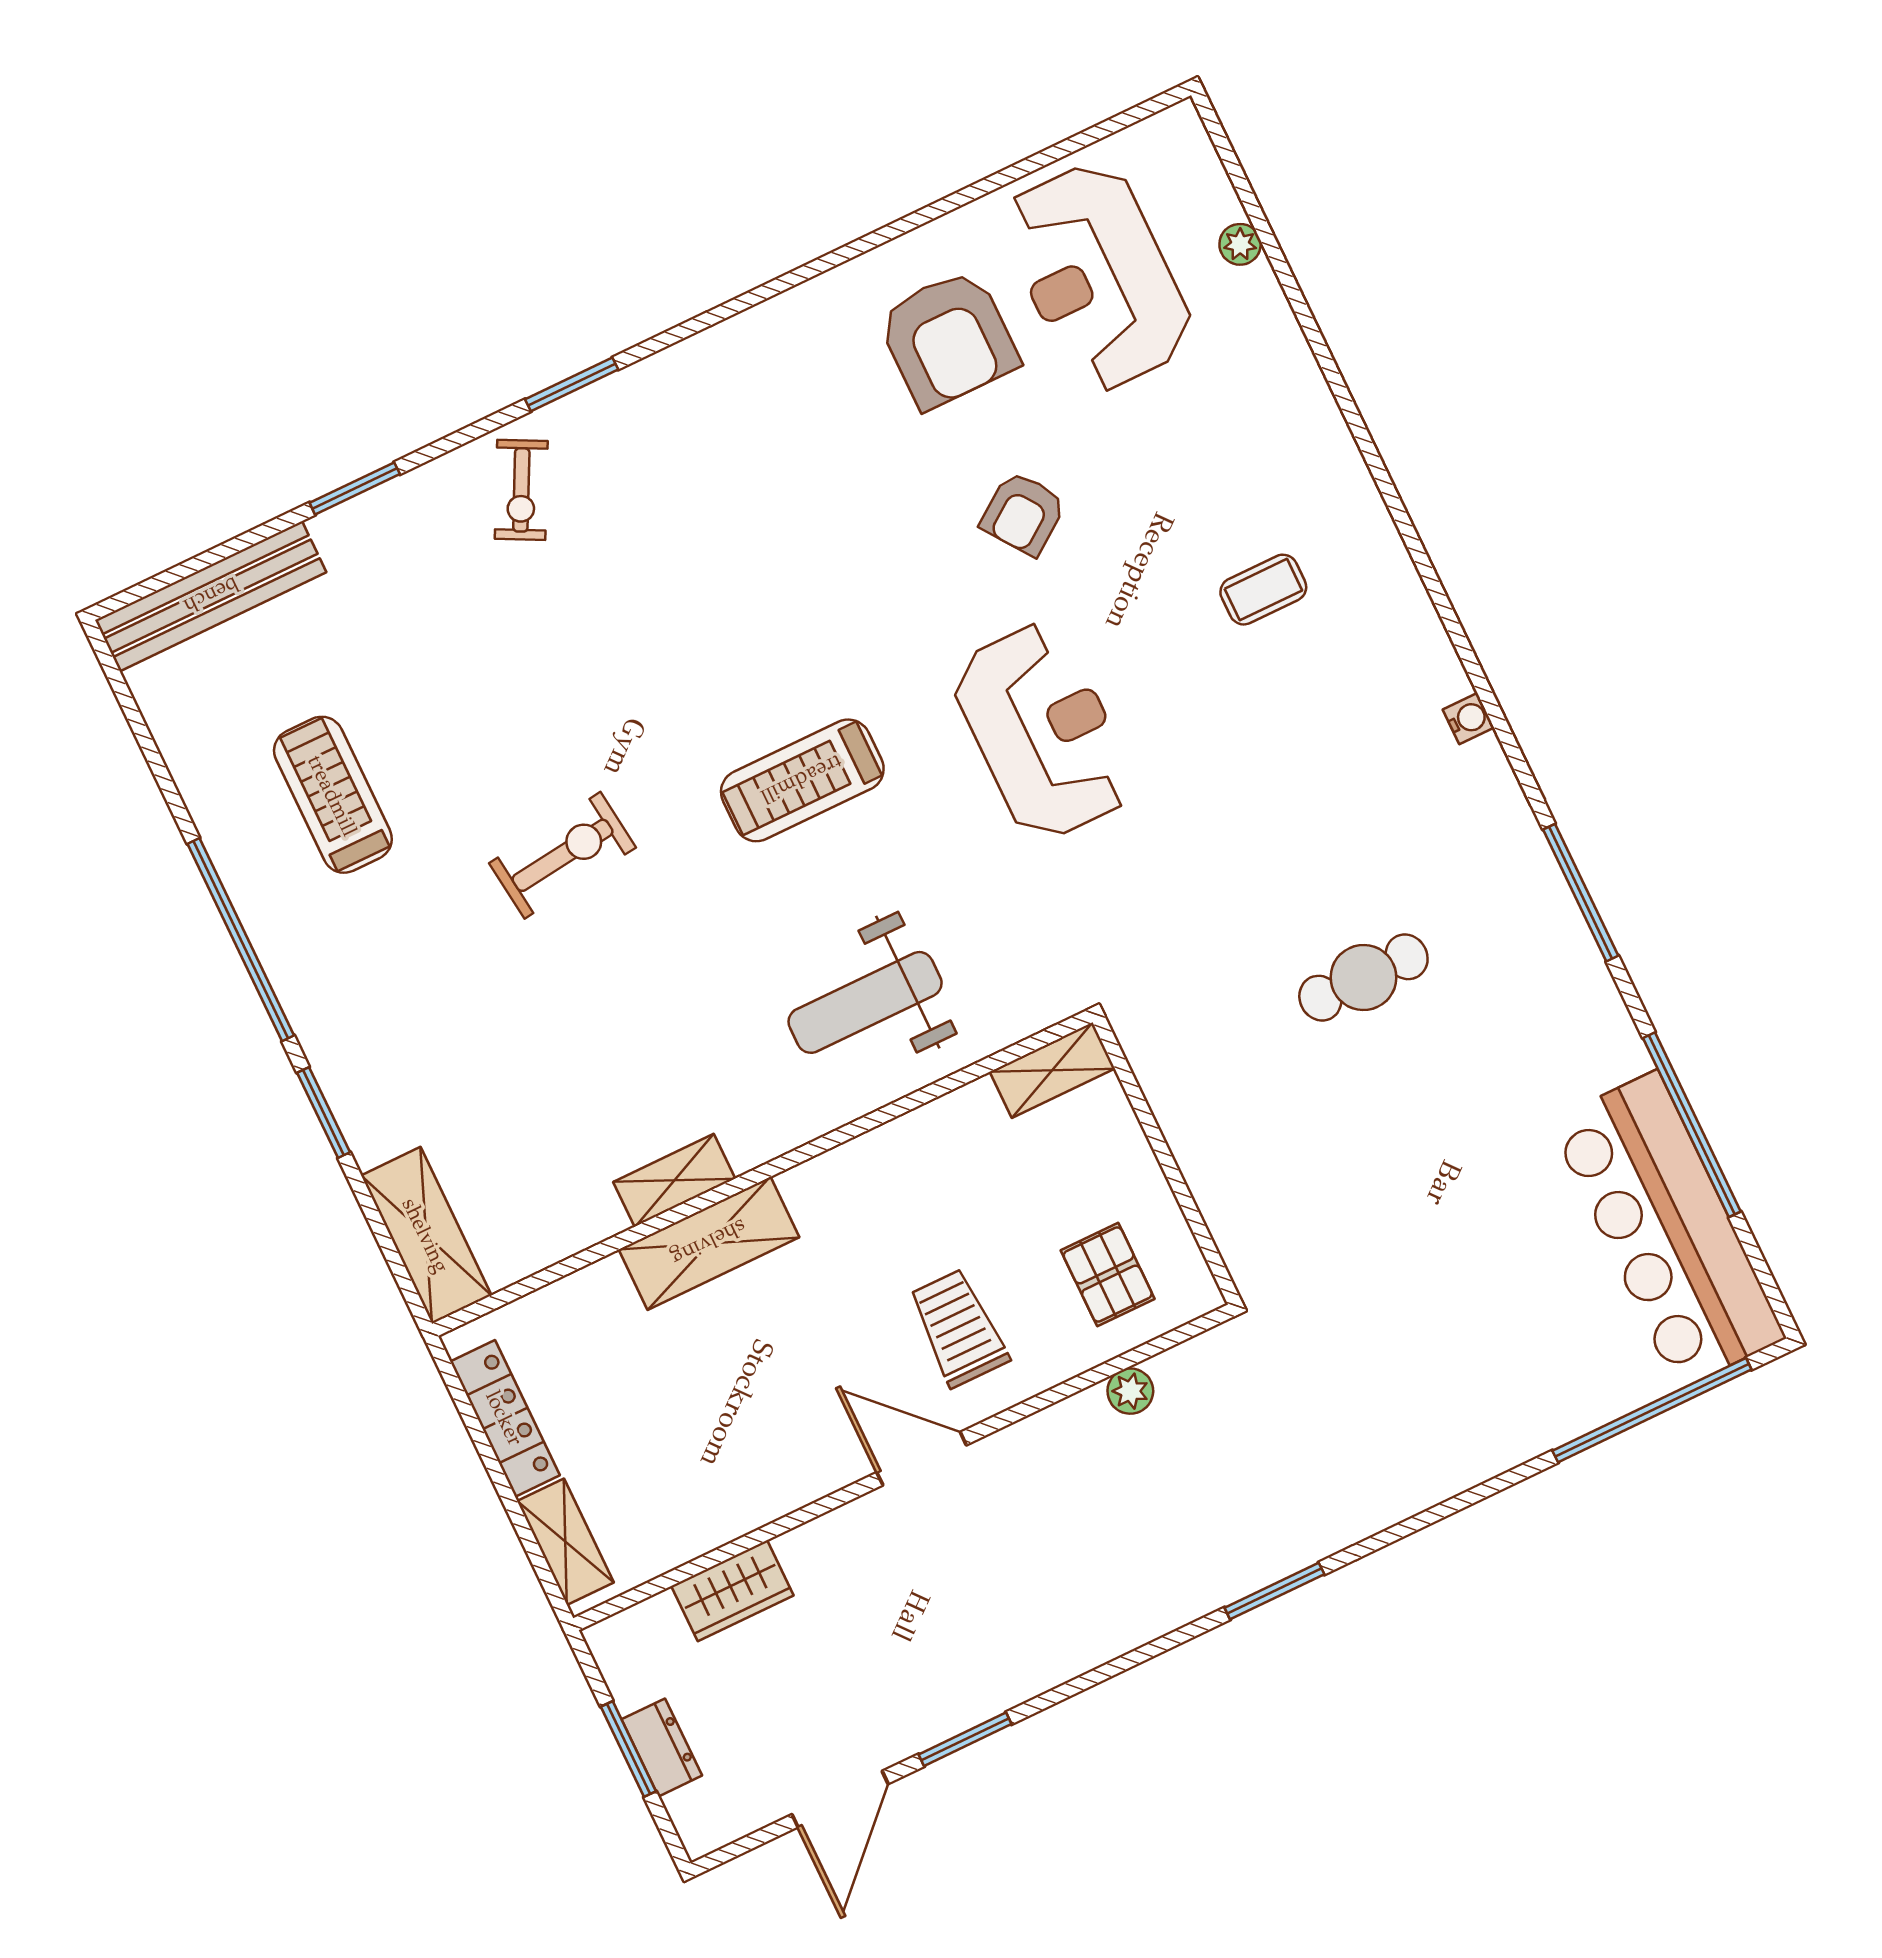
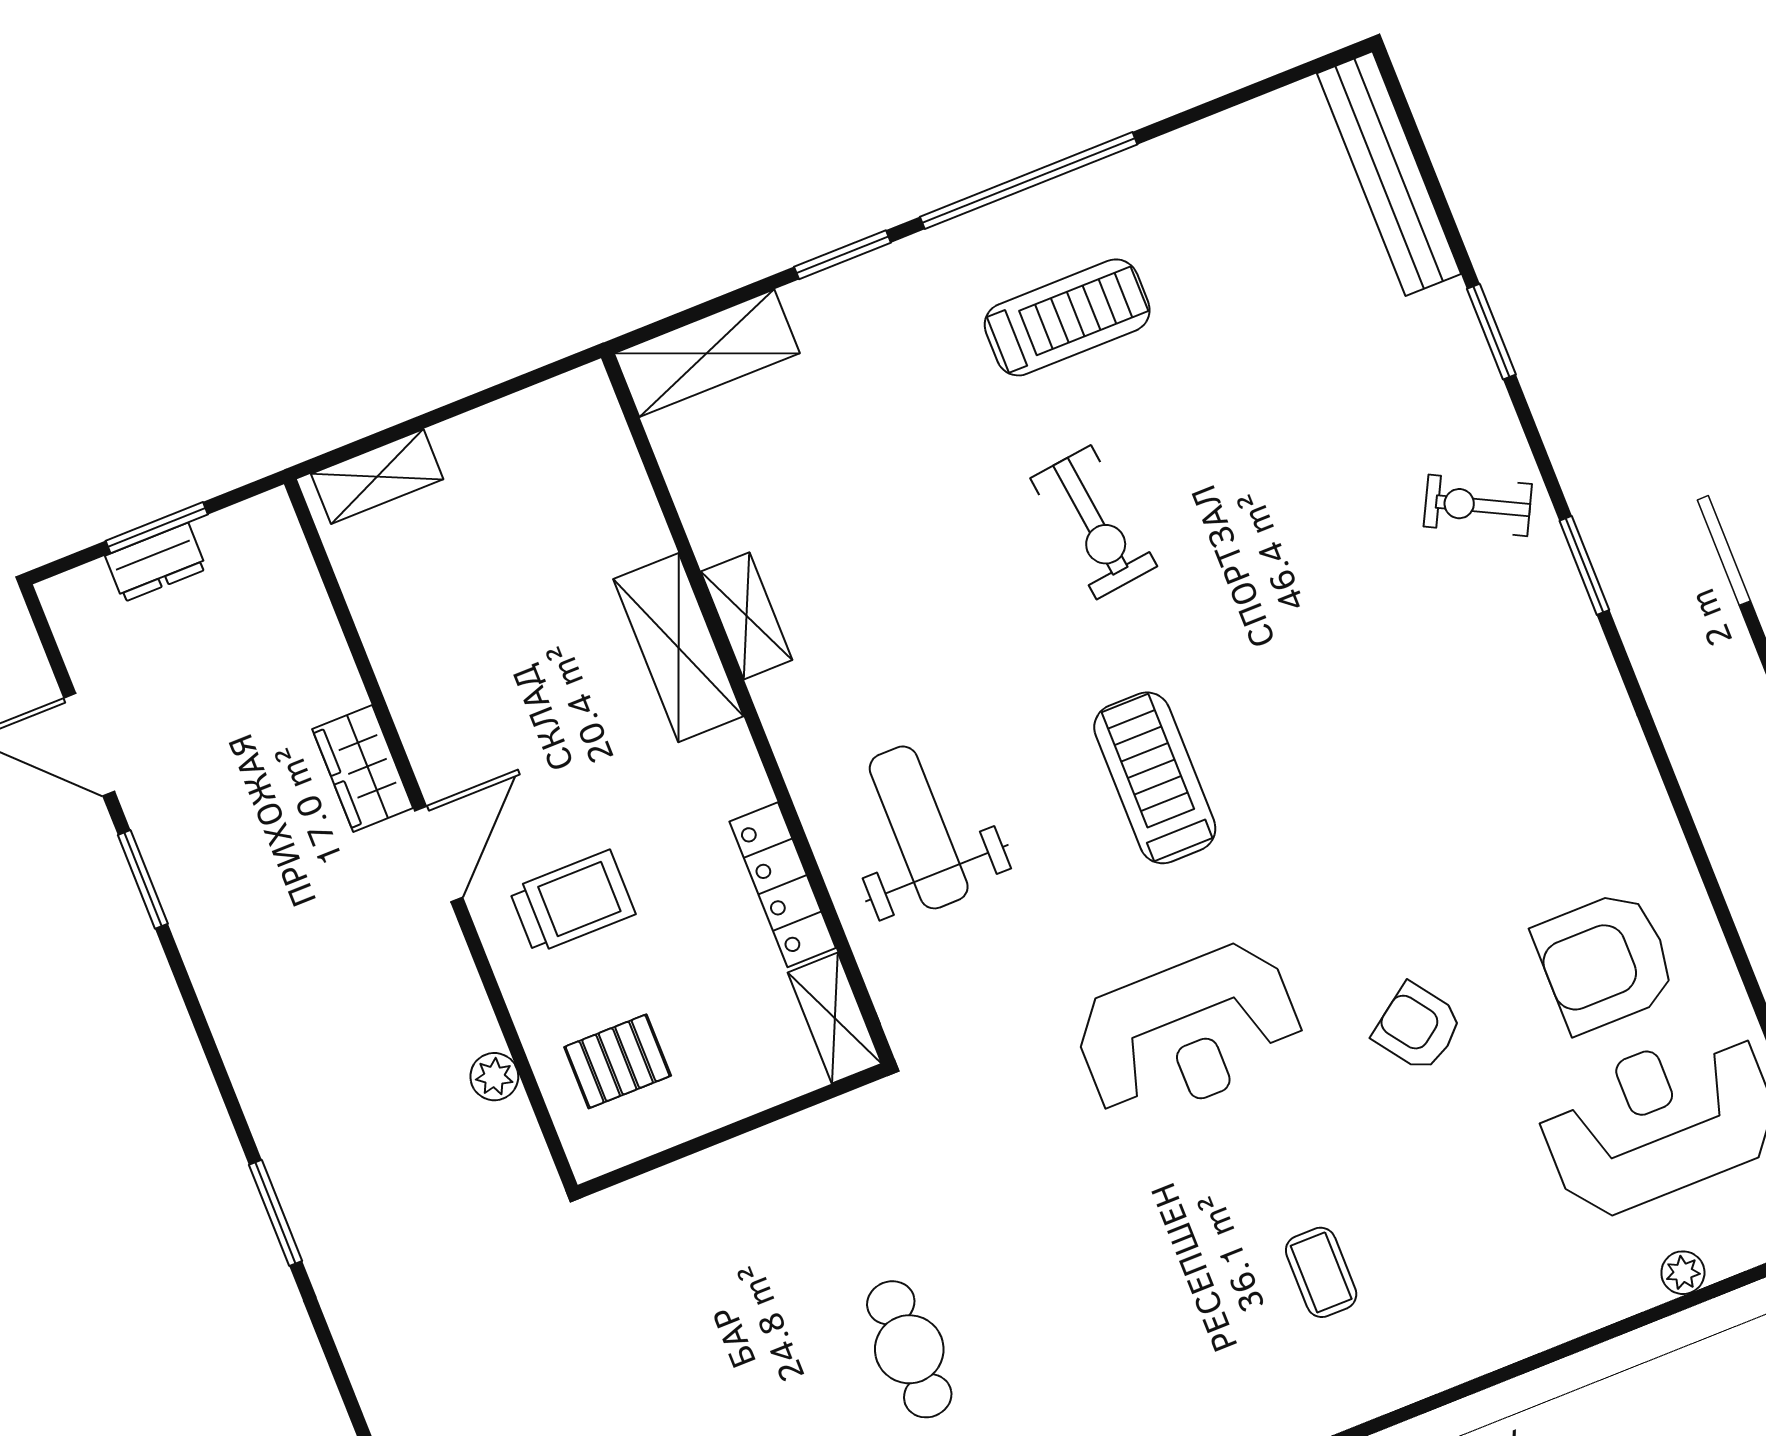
treadmill: (333, 795) -> (1067, 317), moved
locker: (505, 1418) -> (783, 885), moved, turned 90
wardrobe: (732, 1591) -> (363, 769), moved

